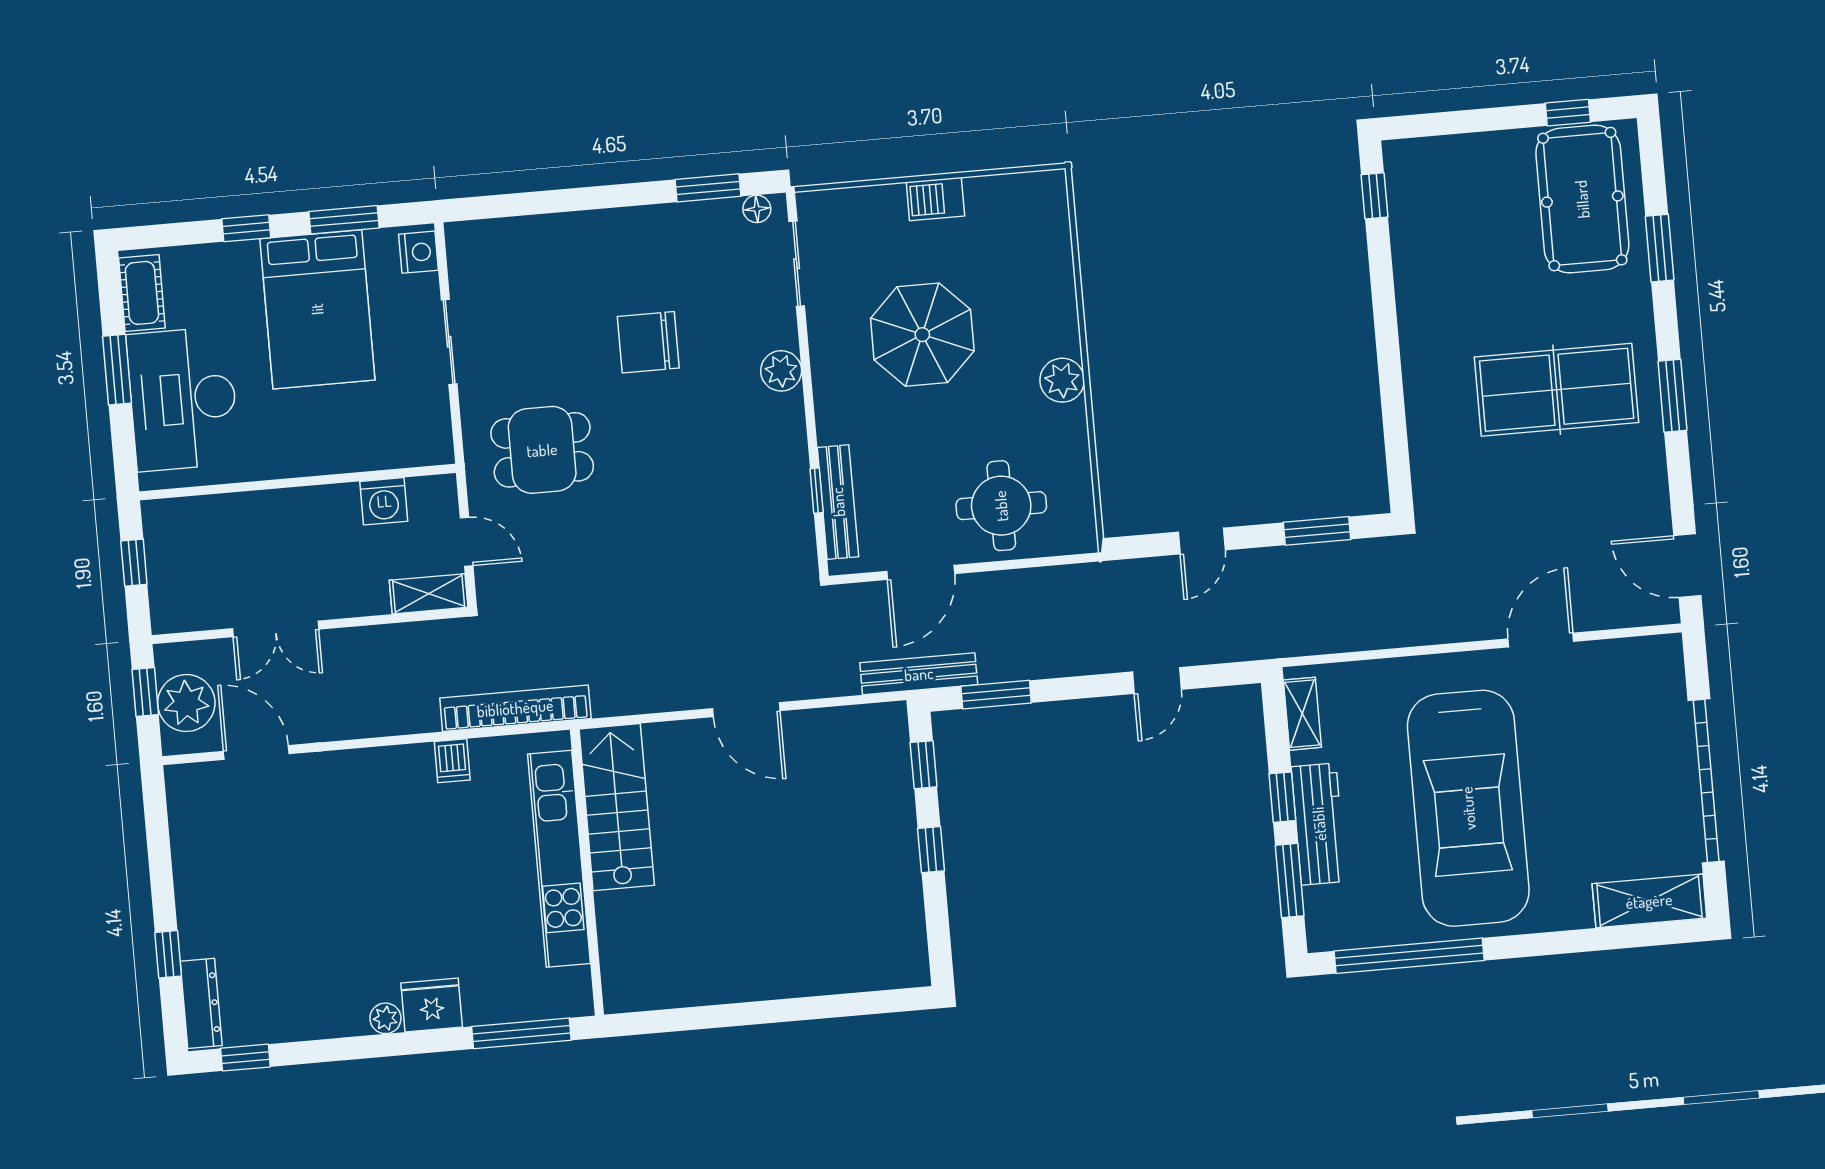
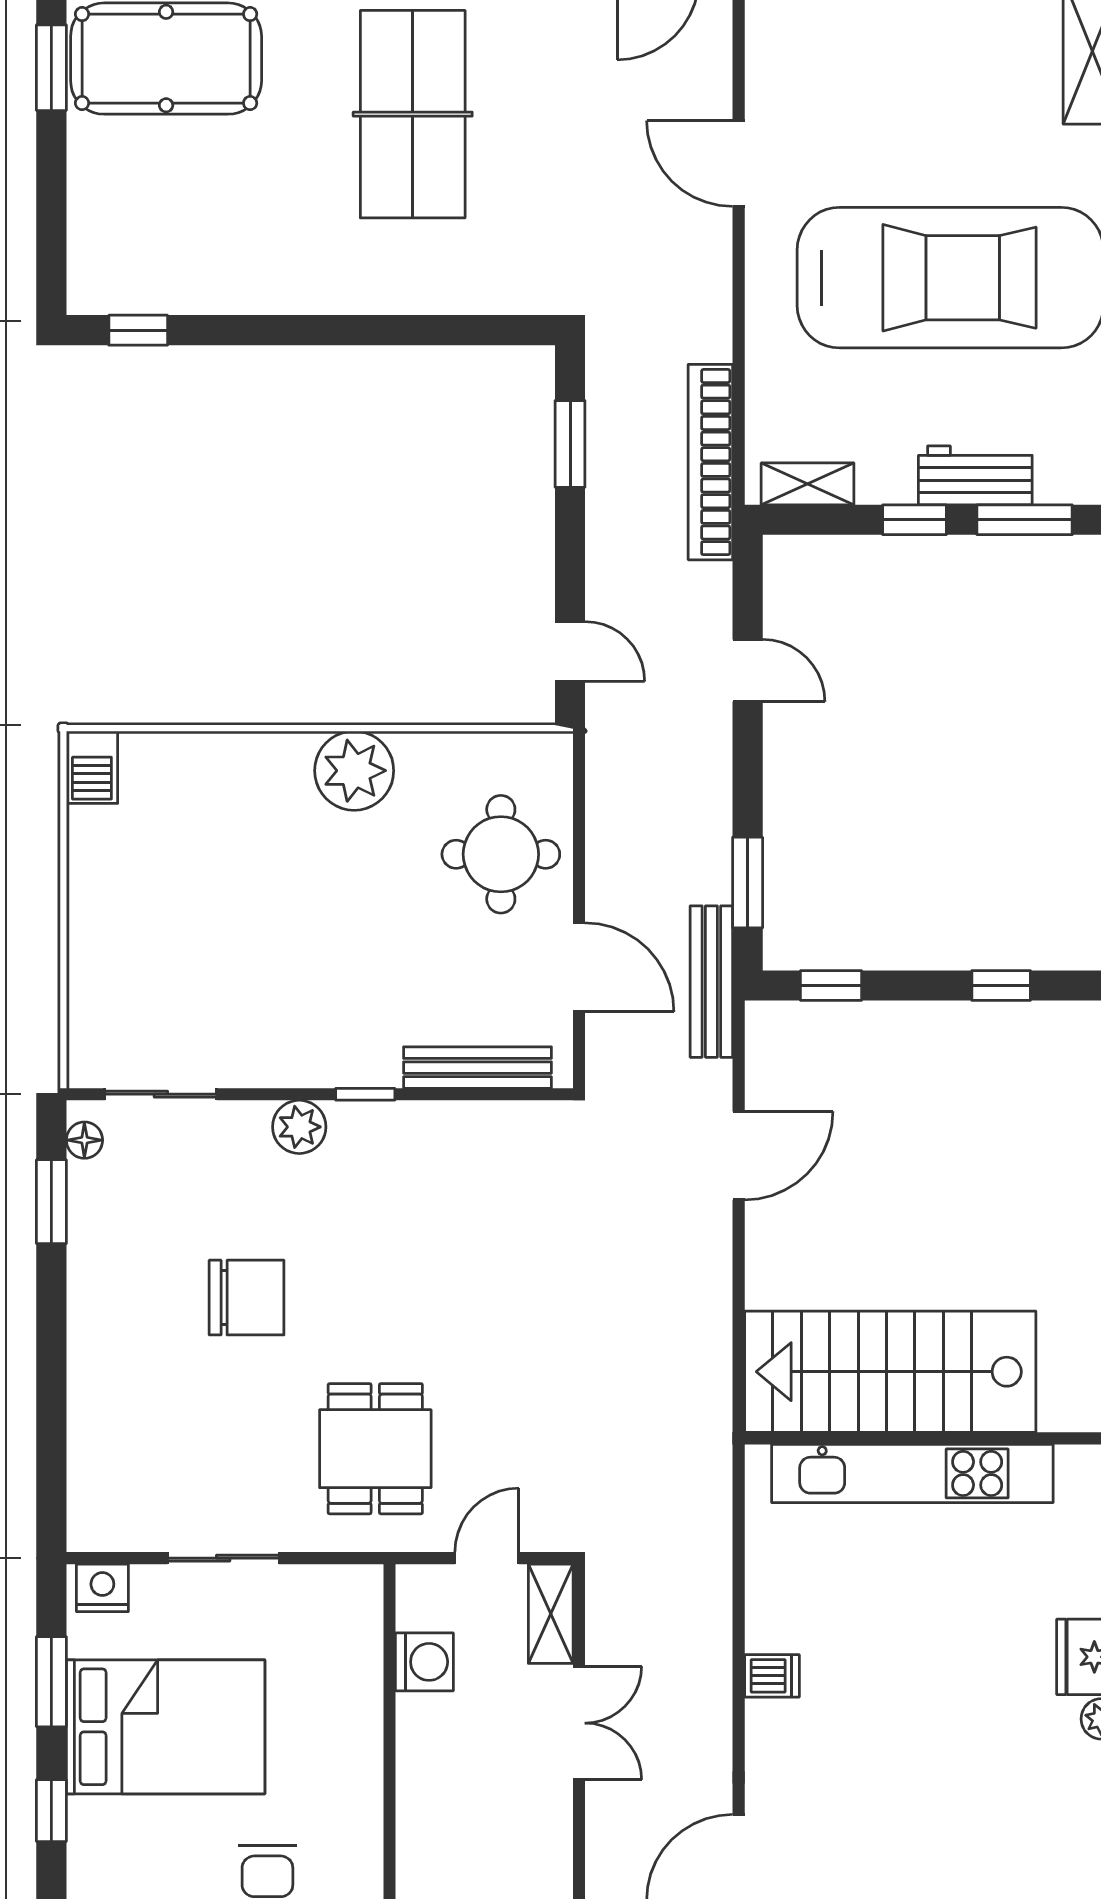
window: (1568, 113) -> (51, 68), width x1.50
barbecue: (935, 199) -> (92, 767), moved
parasol: (922, 335) -> (268, 938), removed
chair: (648, 342) -> (247, 1298), turned -90
plant: (1062, 380) -> (354, 771), width x1.36, depth x1.36
window: (817, 491) -> (365, 1094), moved
door: (1202, 541) -> (570, 651), moved
double door: (276, 629) -> (579, 1723), moved
bookcase: (515, 708) -> (710, 462), moved
door: (746, 710) -> (739, 1156), moved
dishwasher: (452, 761) -> (772, 1676), moved
stairs: (617, 807) -> (890, 1372), width x1.36, depth x1.51
workbench: (1319, 824) -> (975, 475), width x0.73
window: (931, 850) -> (1001, 986), moved

